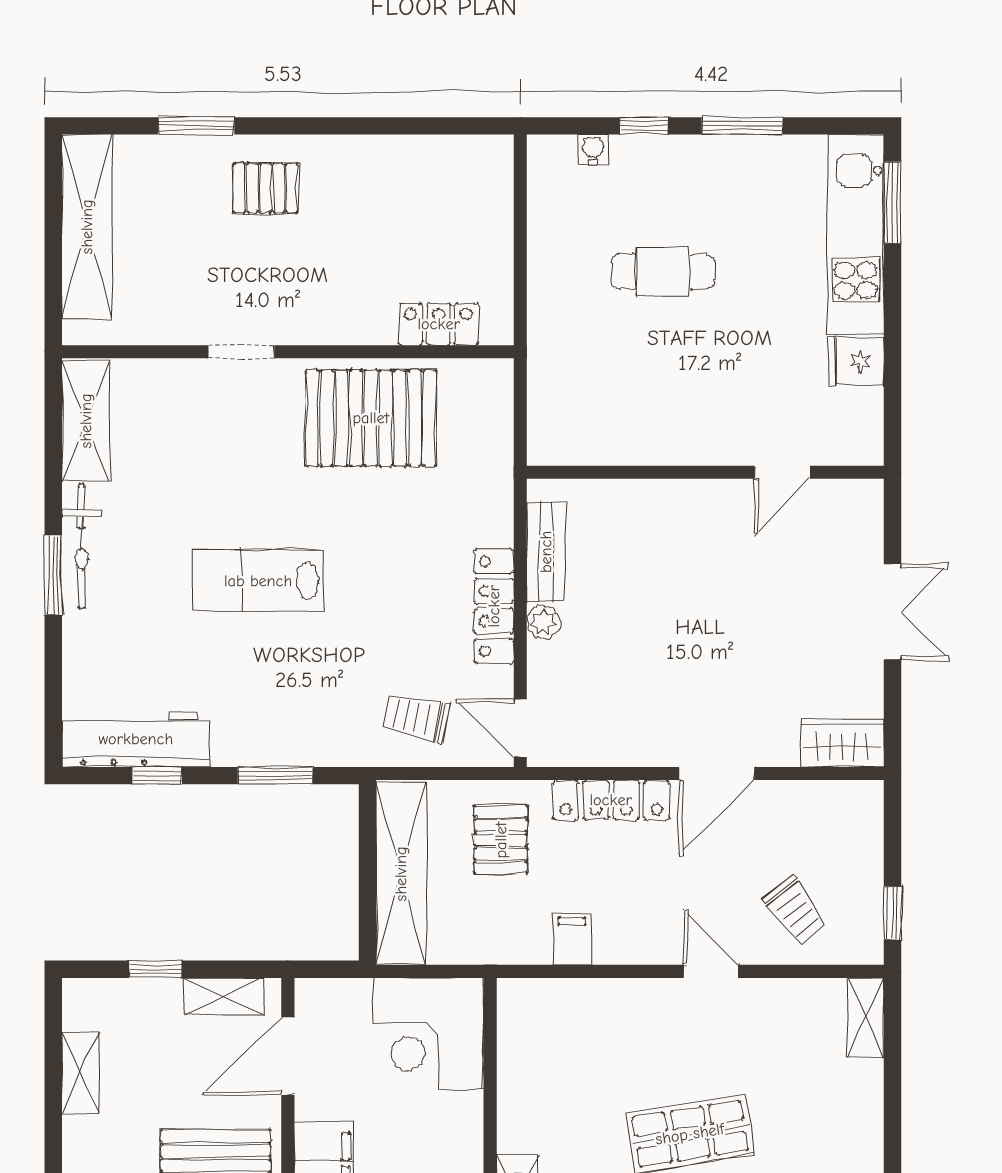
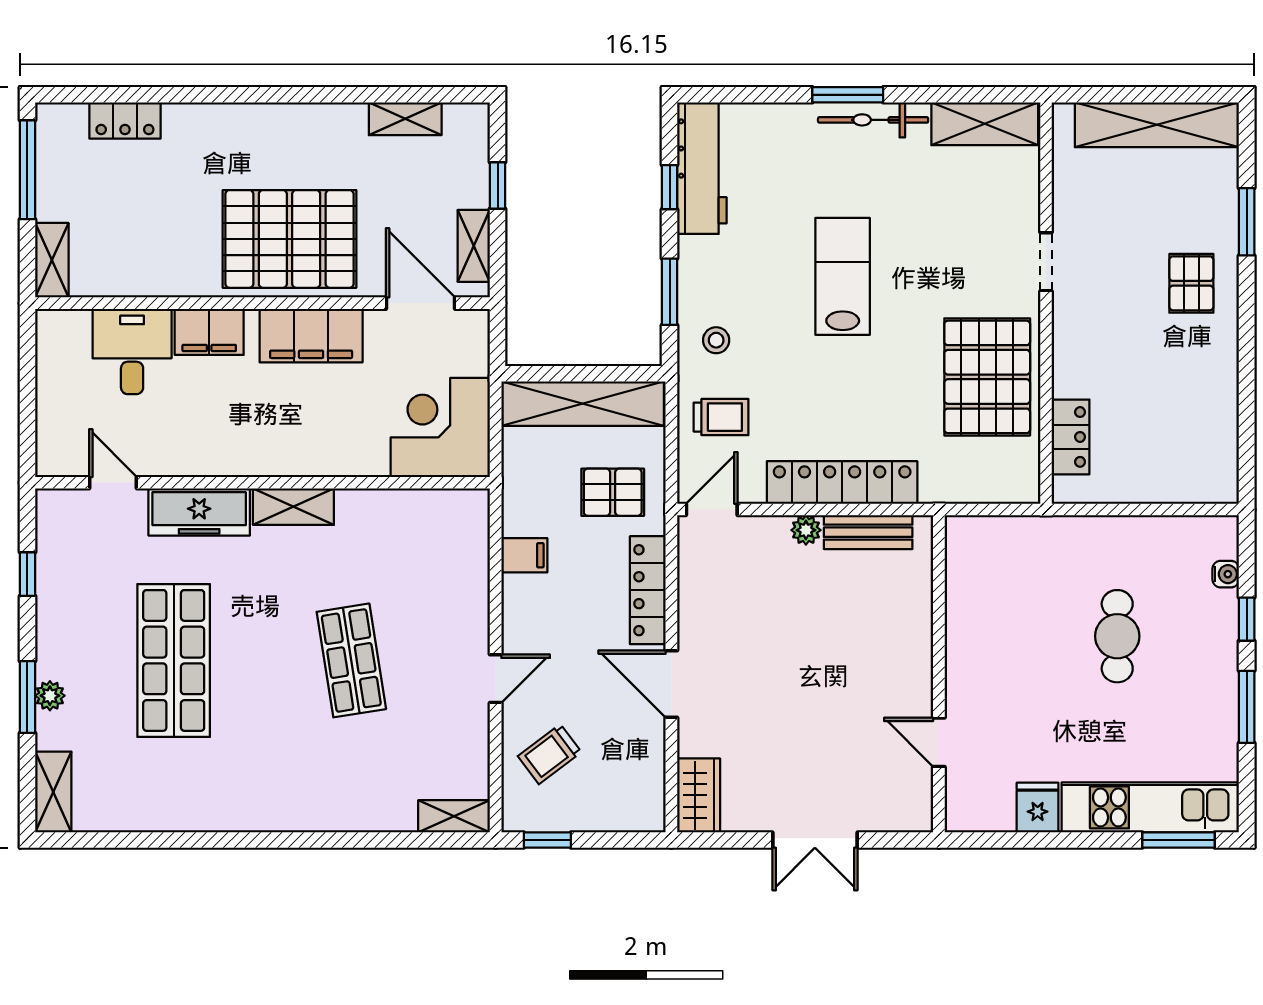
locker: (494, 606) -> (842, 482), width x1.41, depth x1.21
trolley: (416, 718) -> (721, 417), turned 79
stool: (330, 723) -> (716, 340), added

